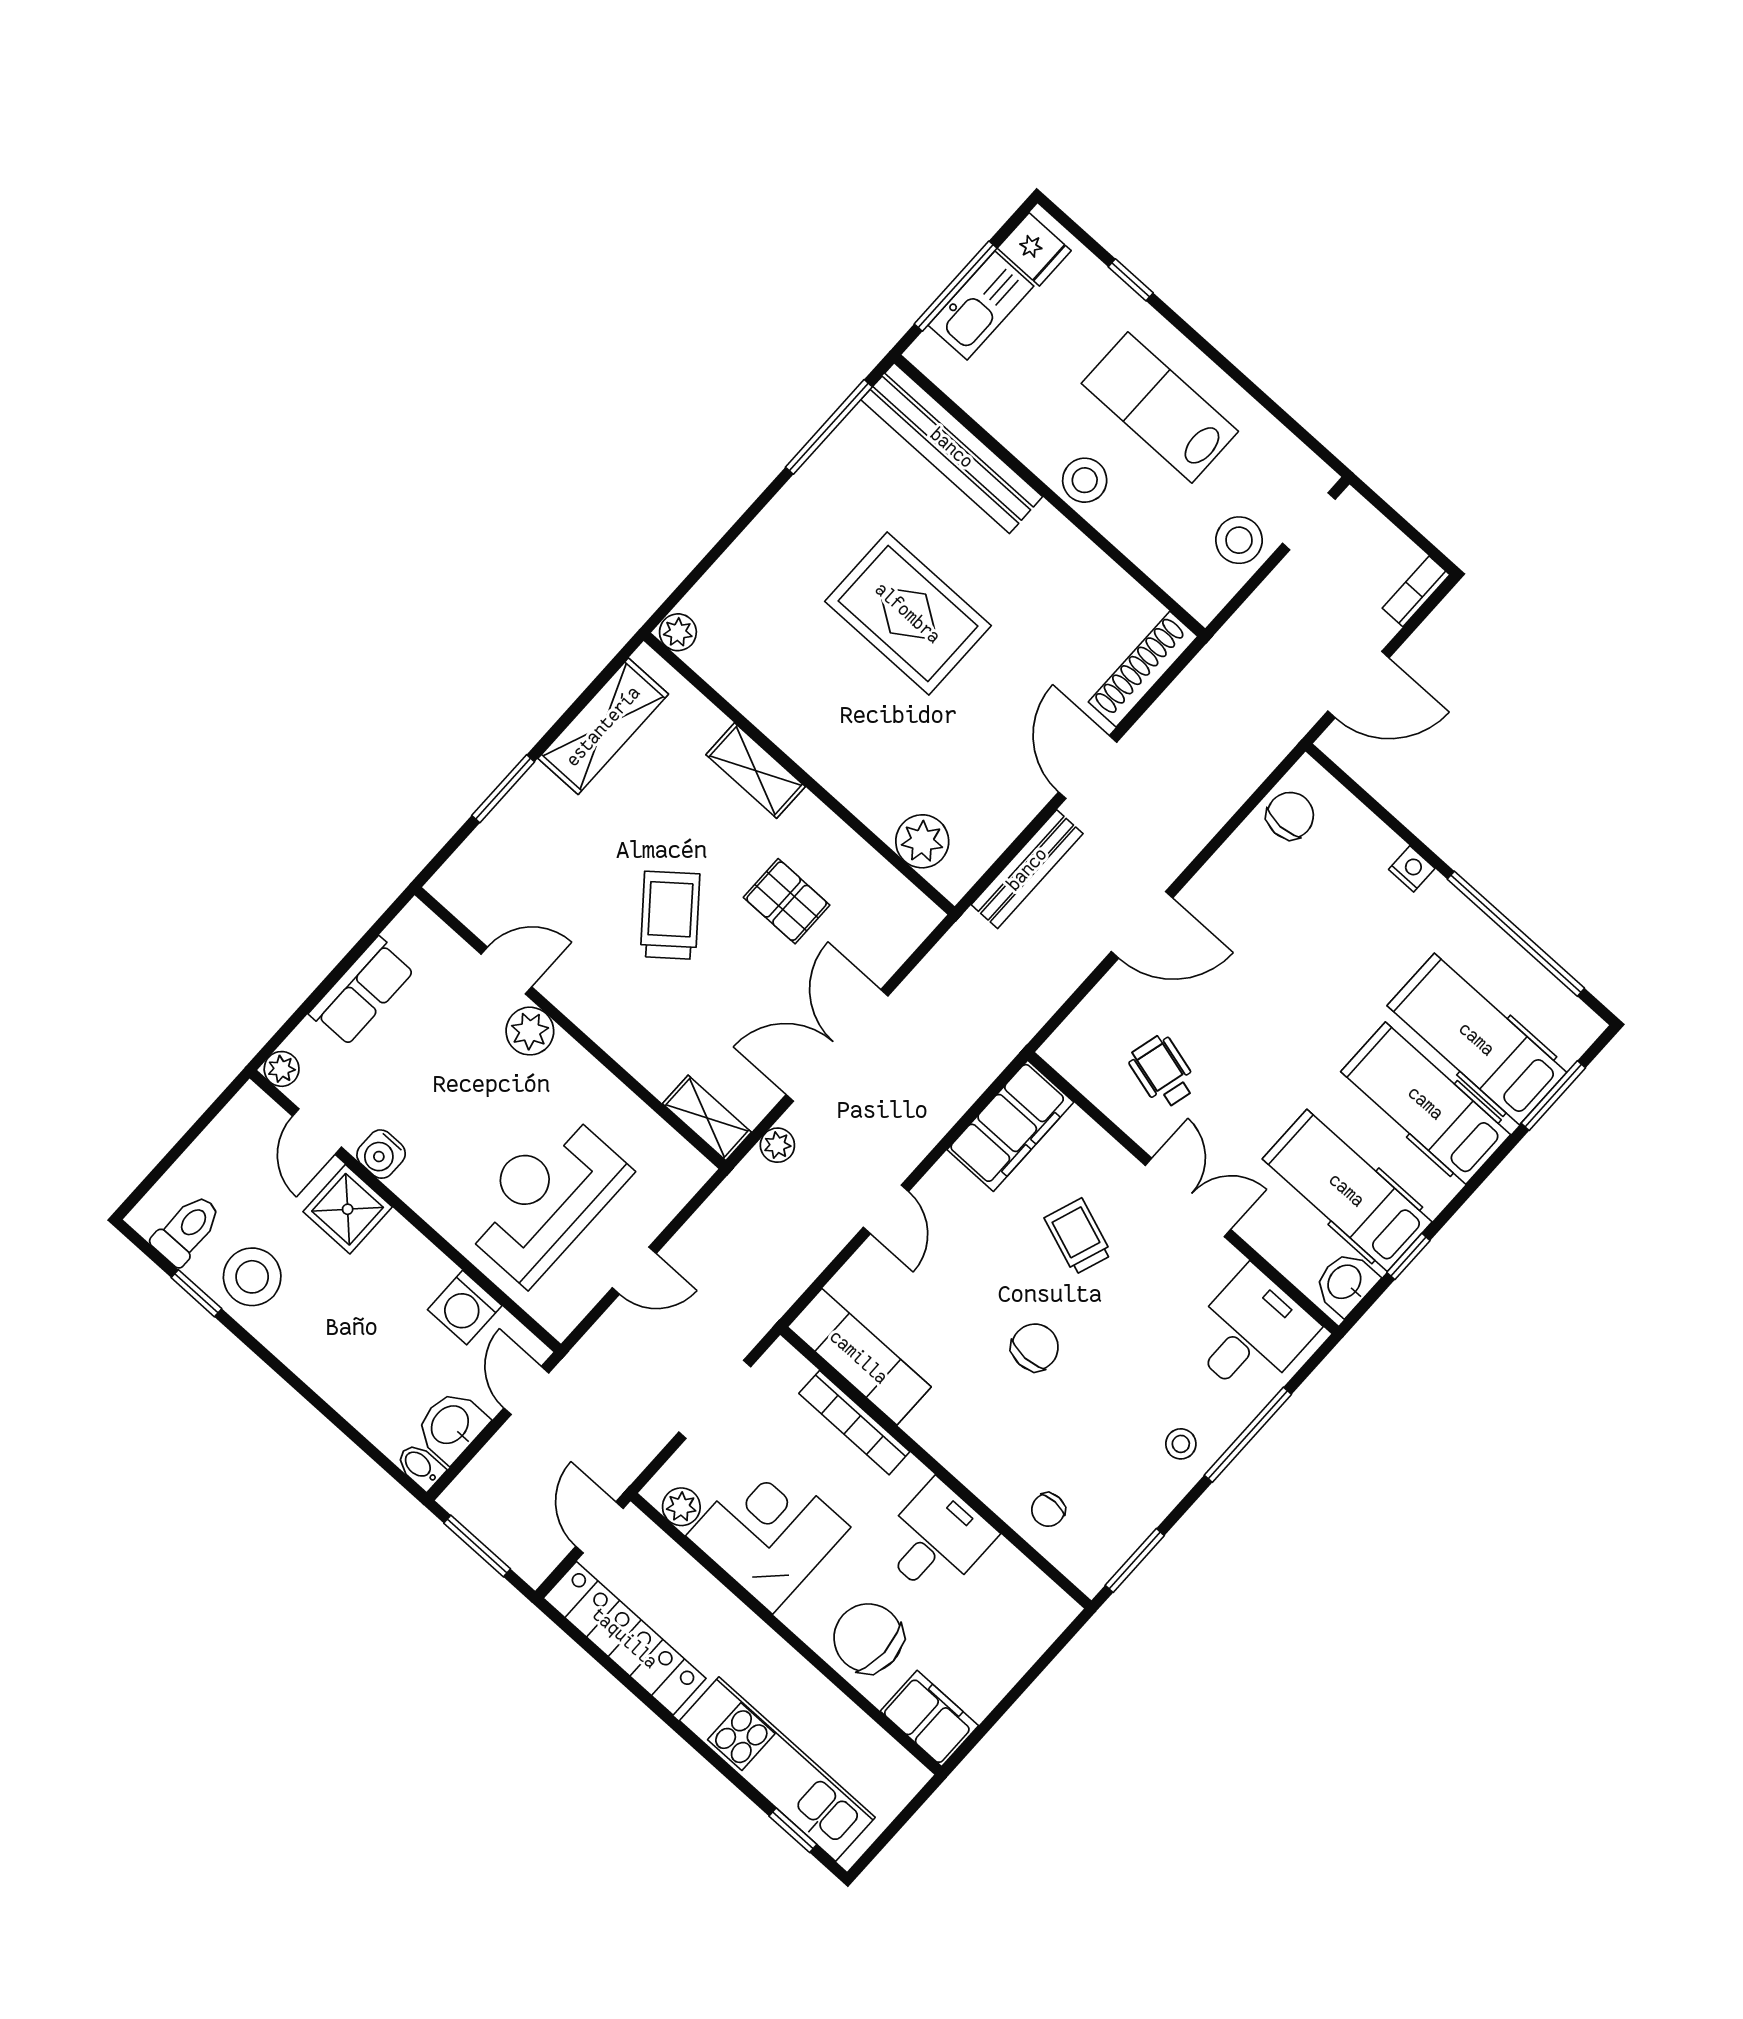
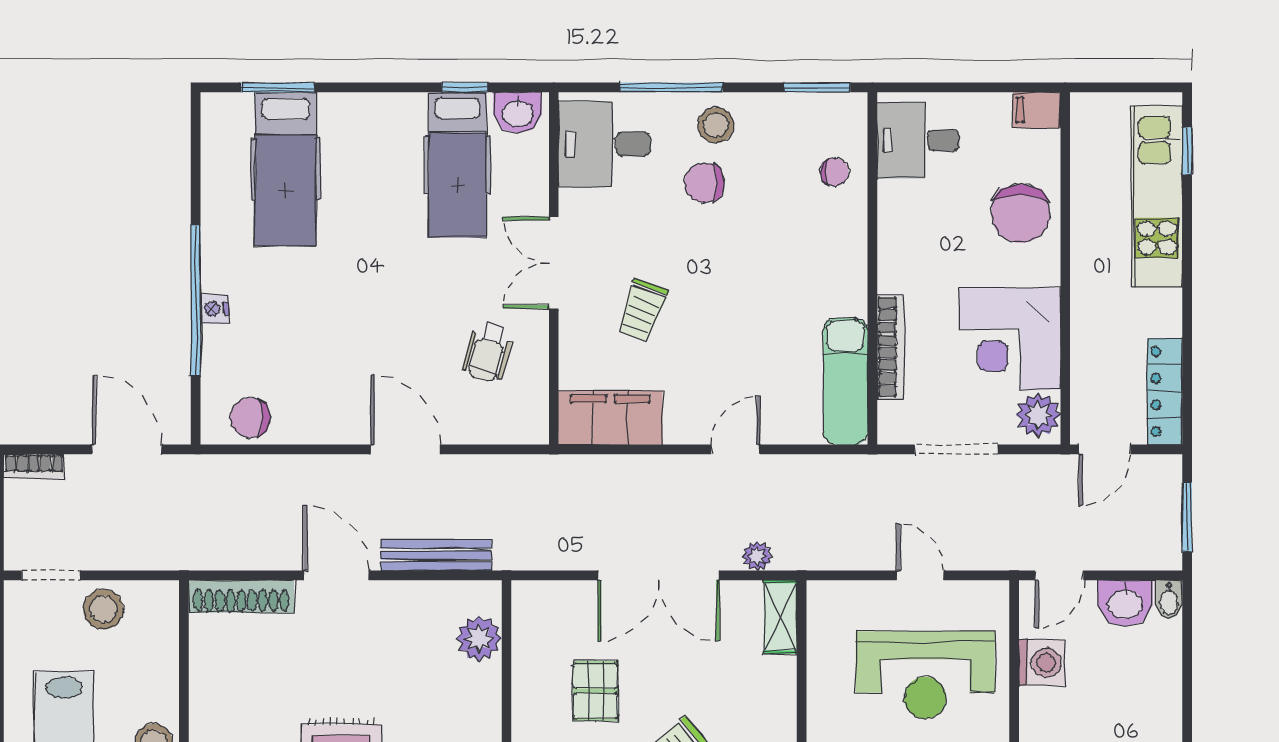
door: (1088, 767) -> (336, 575), swing flipped
window: (1516, 934) -> (196, 301), moved
hospital bed: (1426, 1103) -> (356, 165), removed
chair: (1035, 1347) -> (704, 183), moved
stool: (1181, 1444) -> (716, 125), width x1.37, depth x1.37
plant: (681, 1507) -> (1038, 415), width x1.38, depth x1.38
desk: (936, 1539) -> (918, 140), moved
locker: (625, 1638) -> (1165, 391), width x0.71, depth x0.83
filing cabinet: (929, 1718) -> (1037, 110), width x0.50

